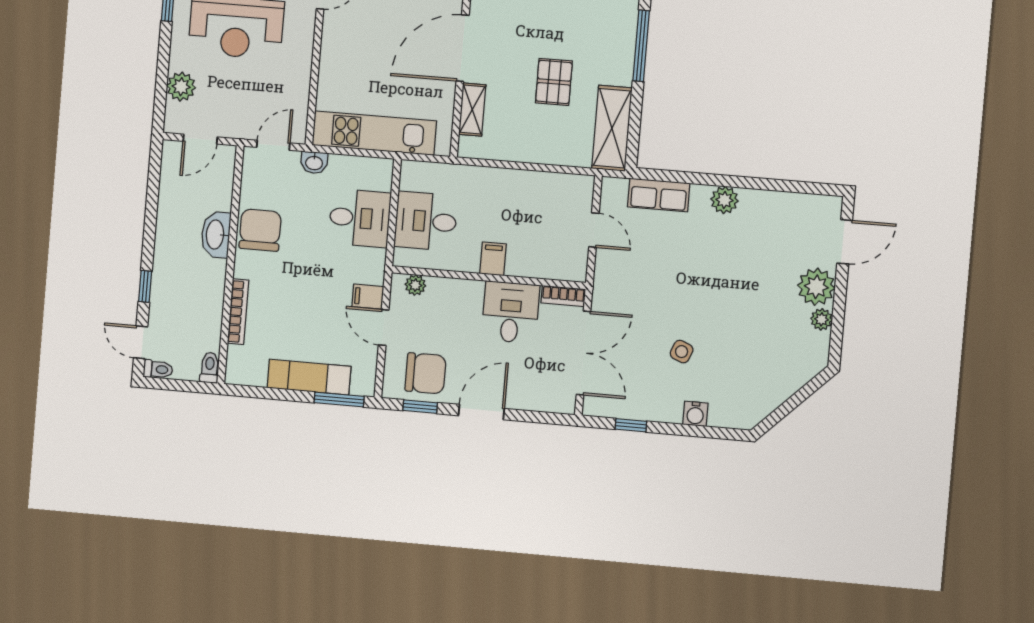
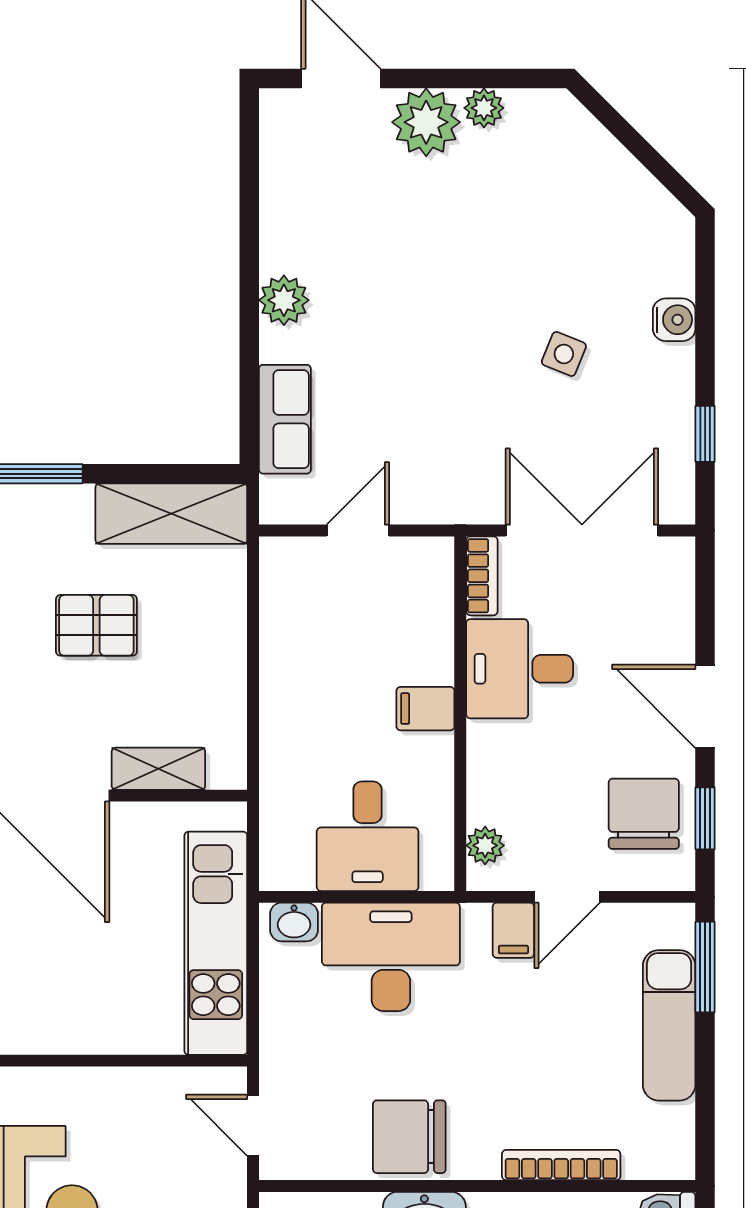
washbasin: (314, 162) -> (294, 922), moved, turned 90
desk: (360, 218) -> (391, 957), width x1.37

